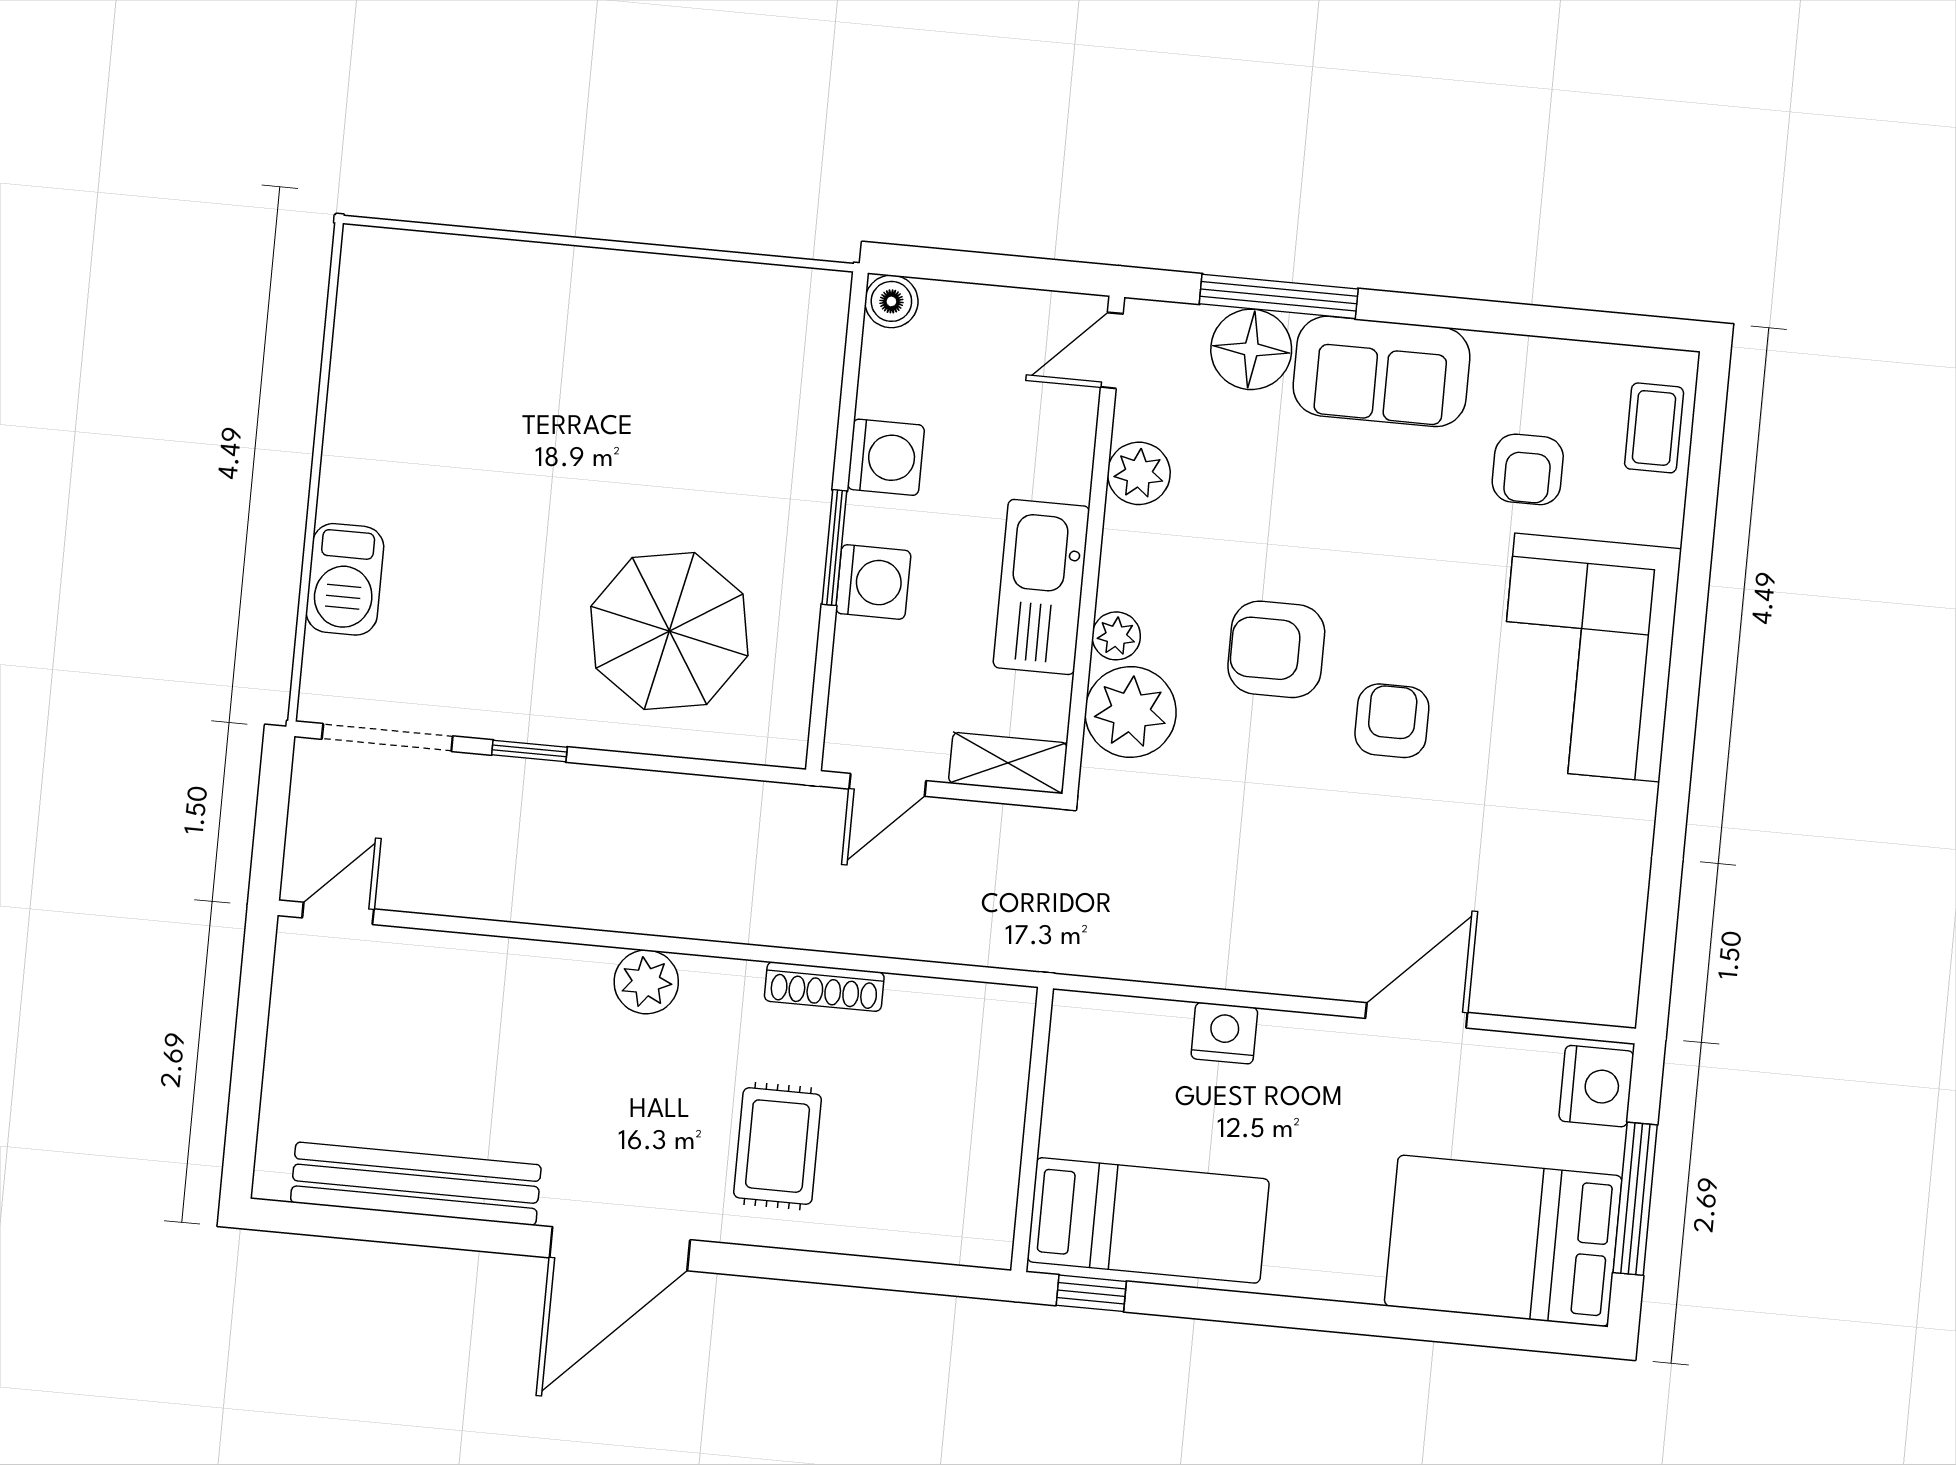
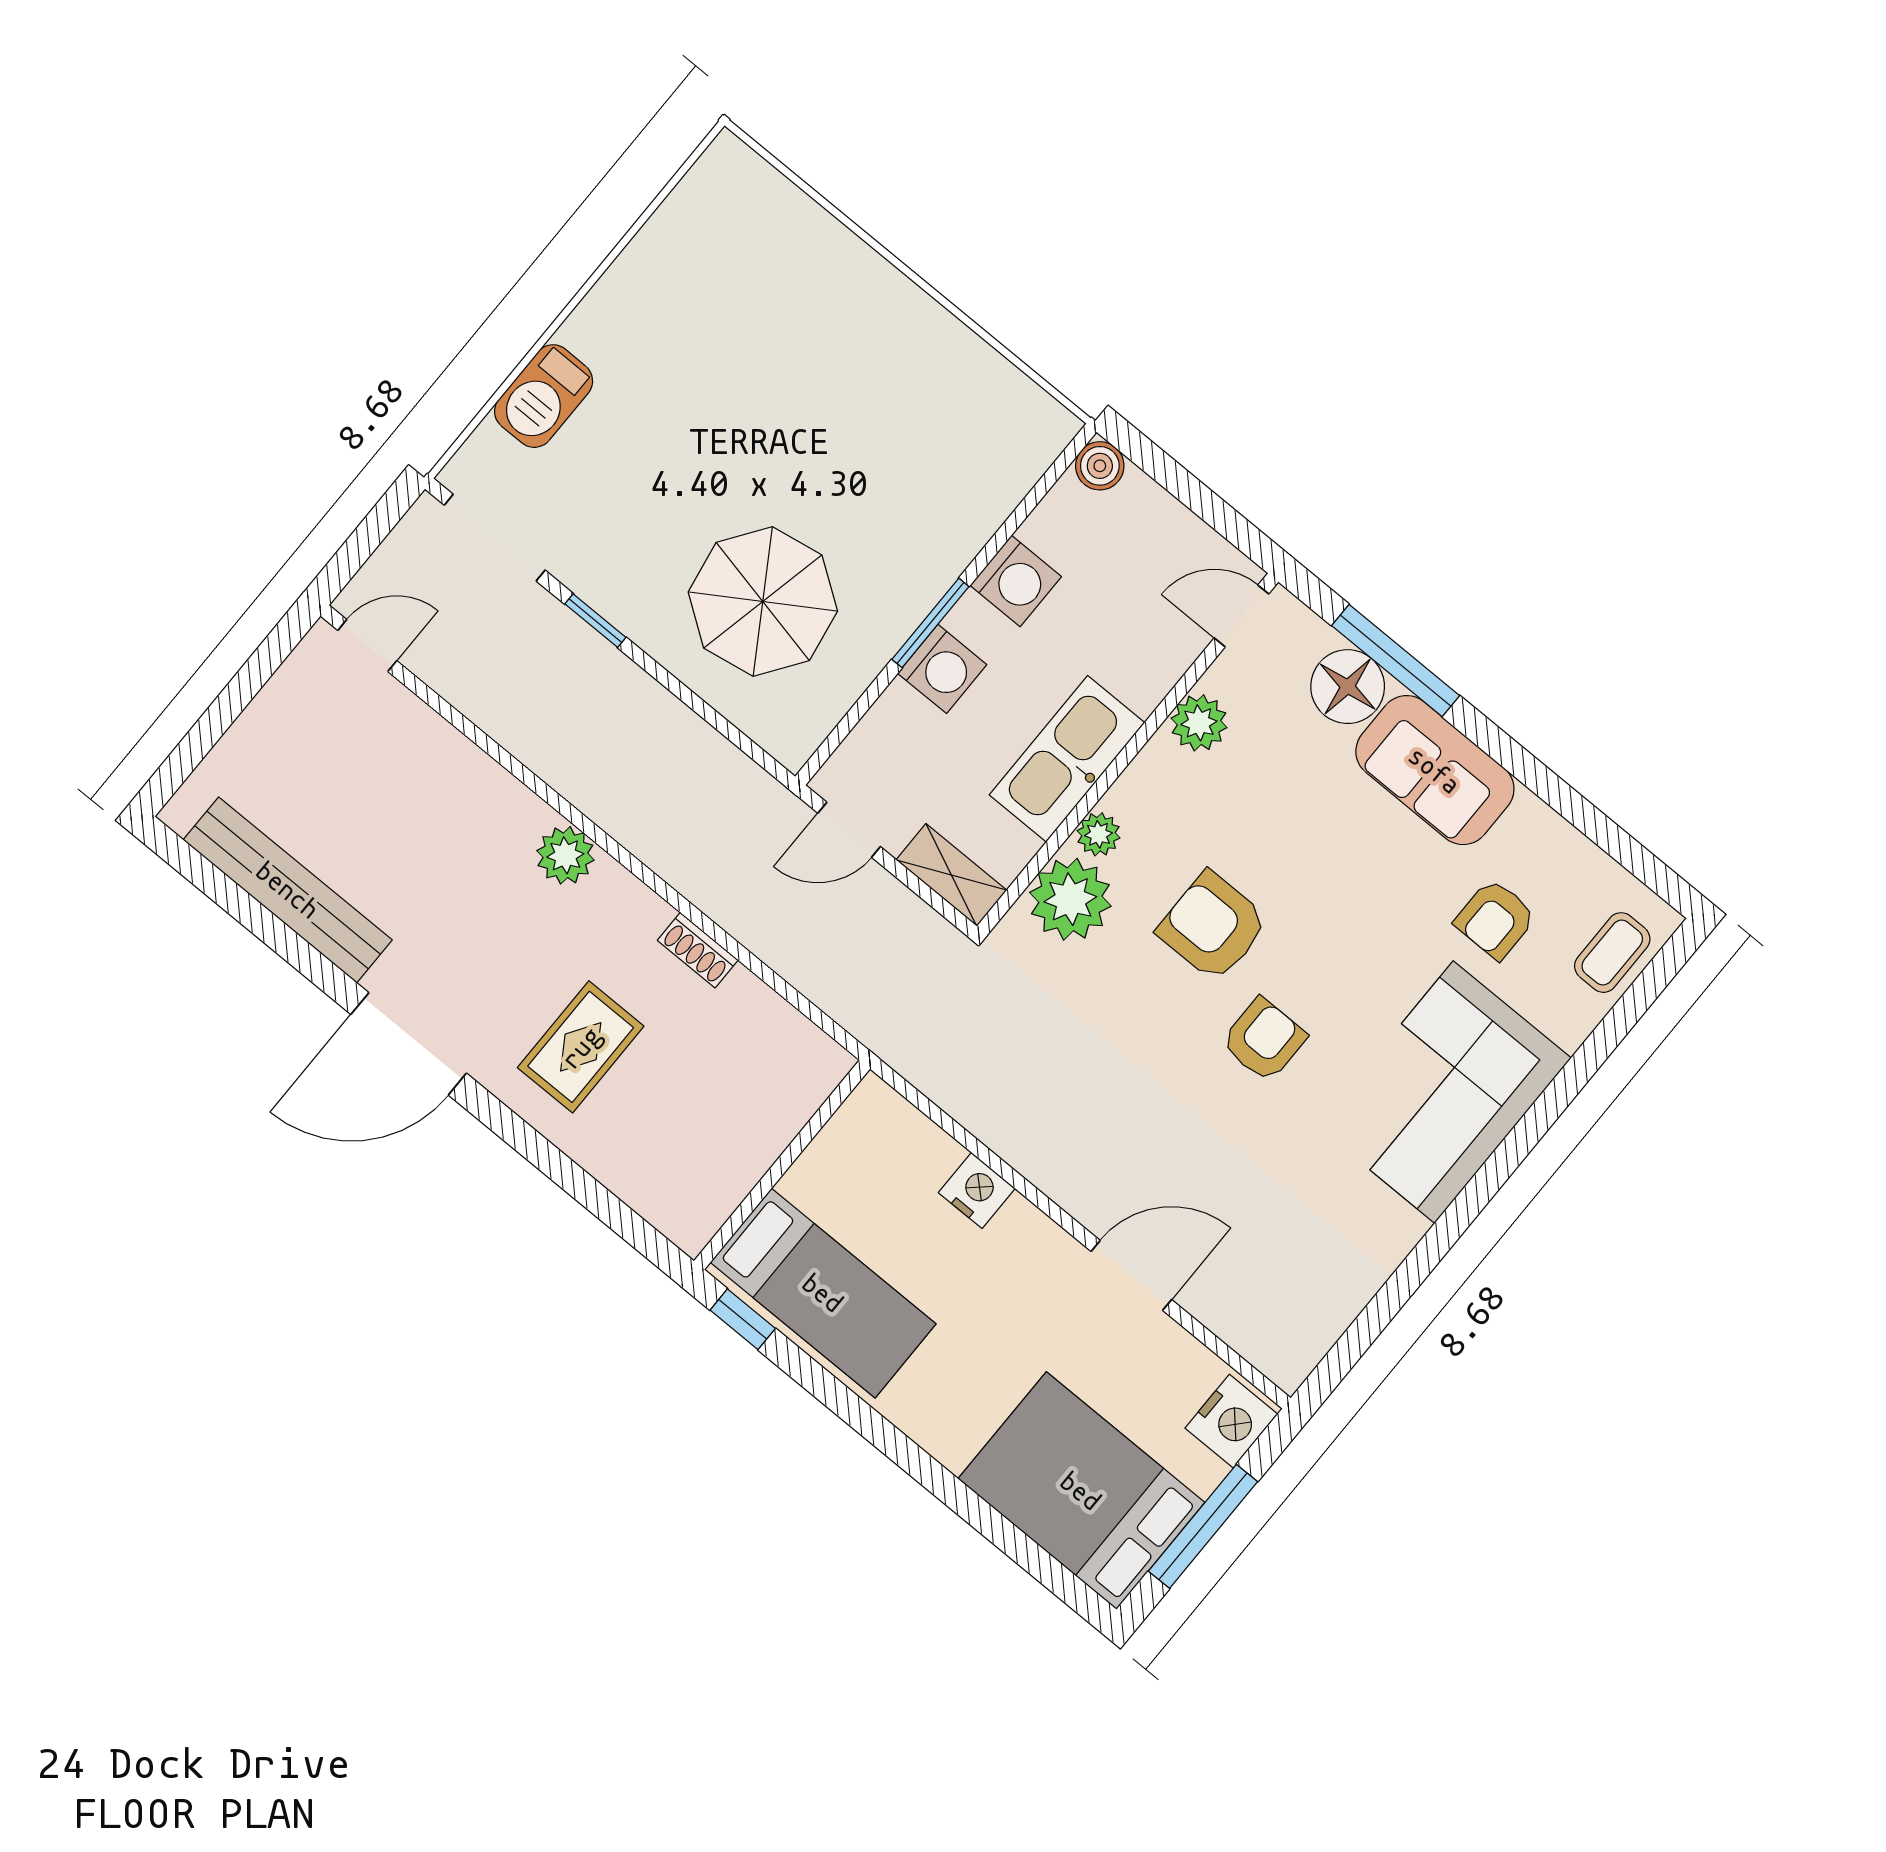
shoe rack: (824, 987) -> (698, 950), width x0.70

